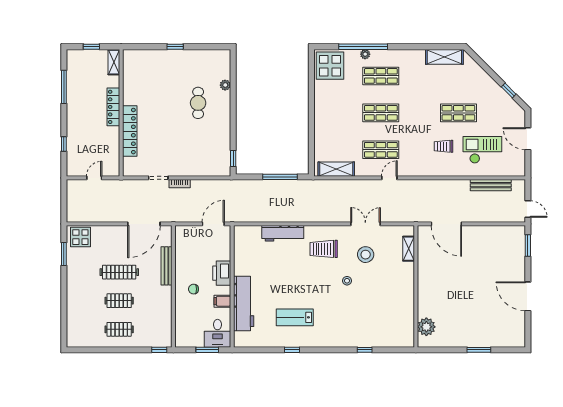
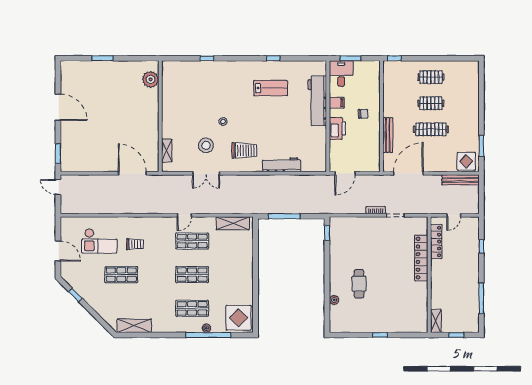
locker: (113, 107) -> (436, 242), moved
bench: (491, 185) -> (460, 180), moved

